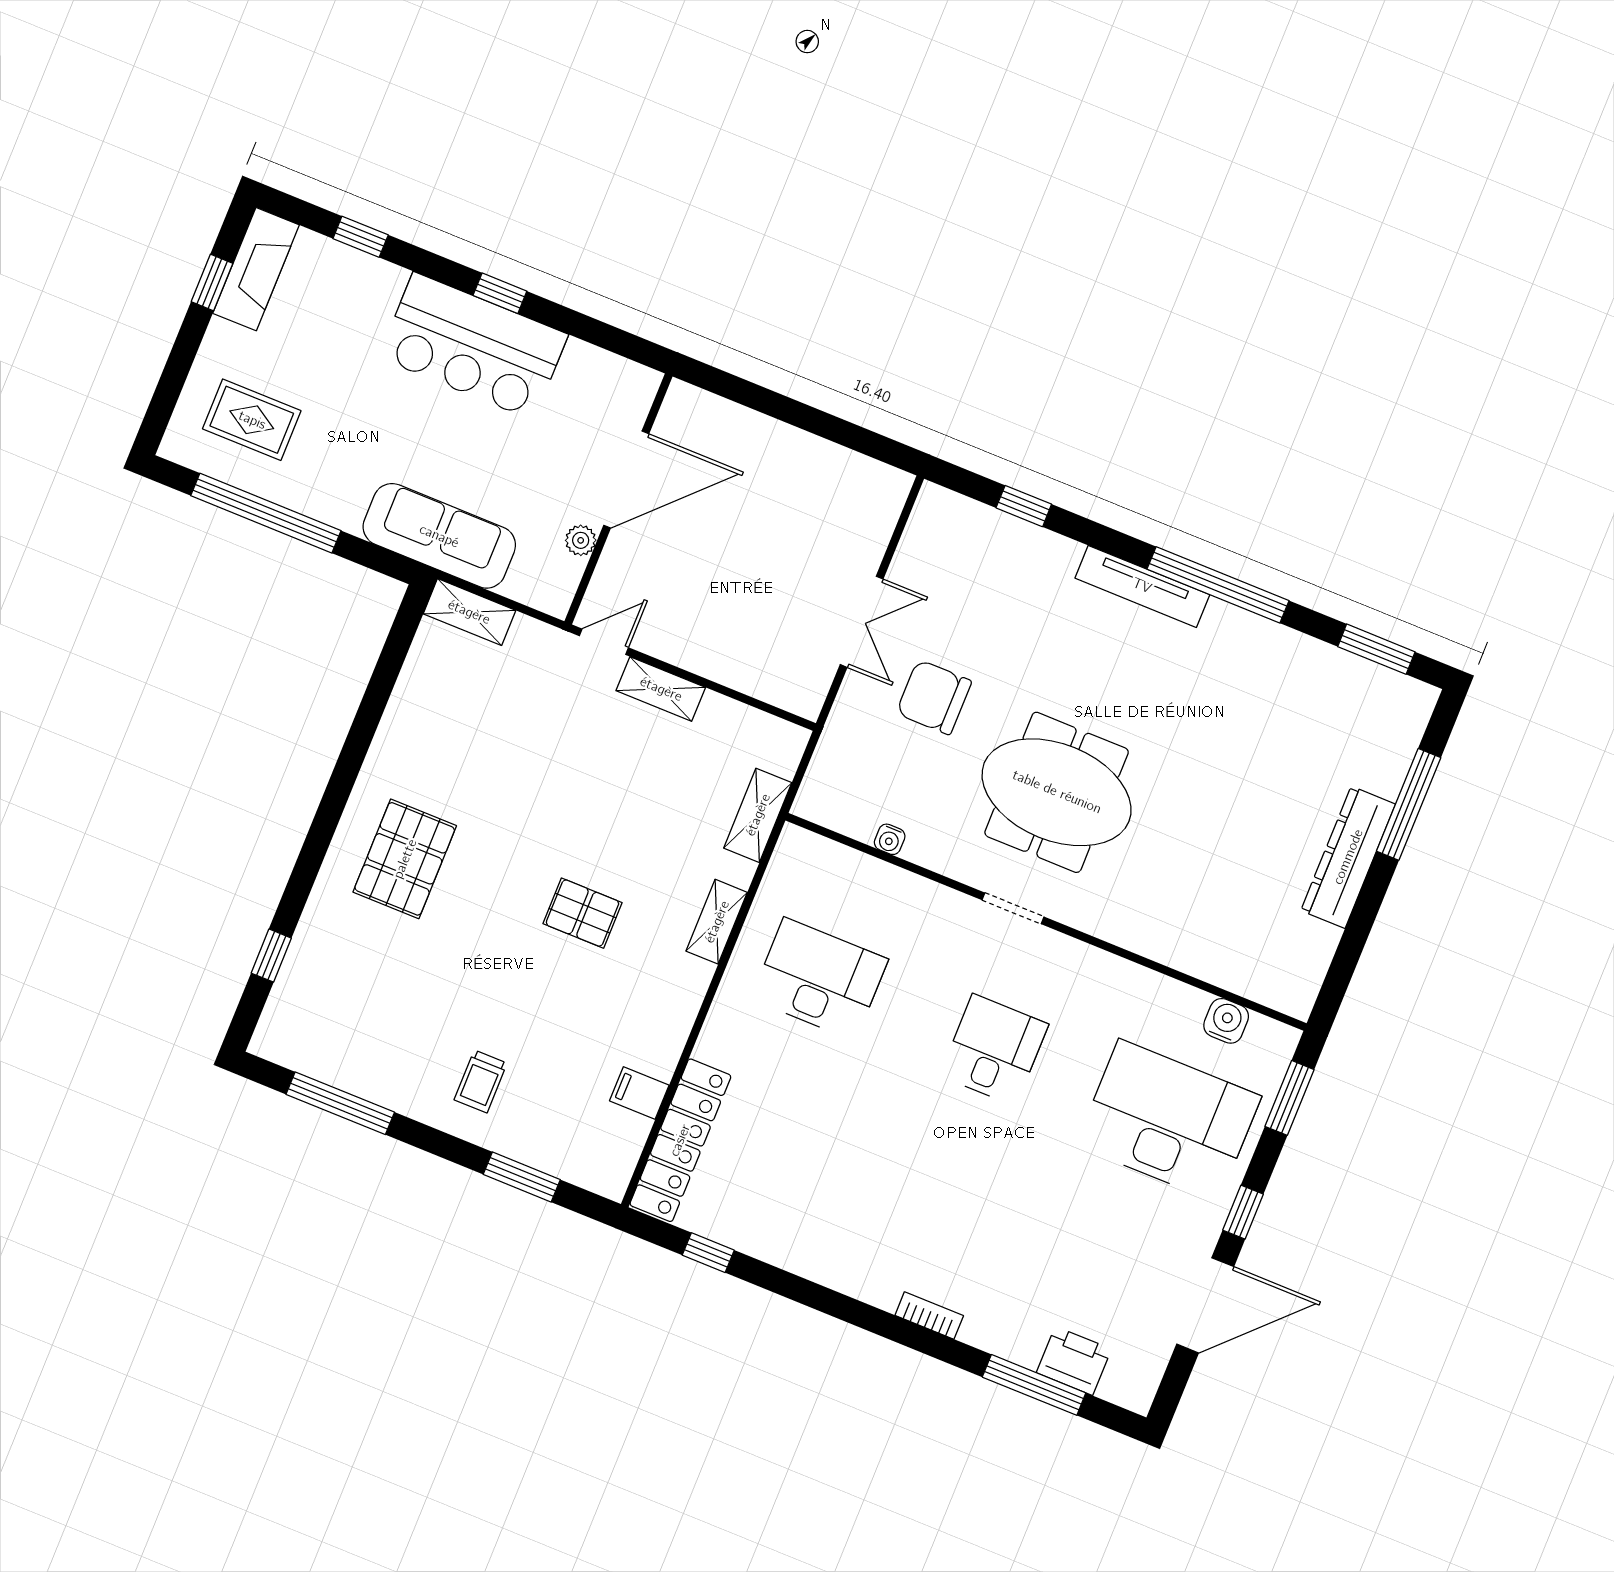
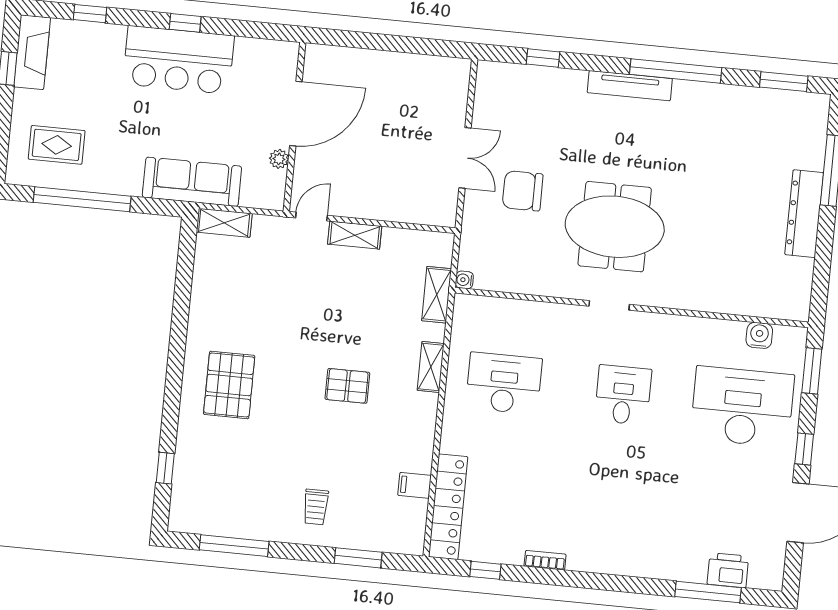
water cooler: (890, 839) -> (464, 280), moved, turned 90
bookcase: (929, 1316) -> (545, 560), moved

